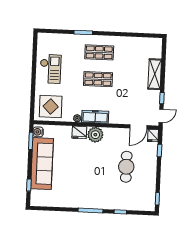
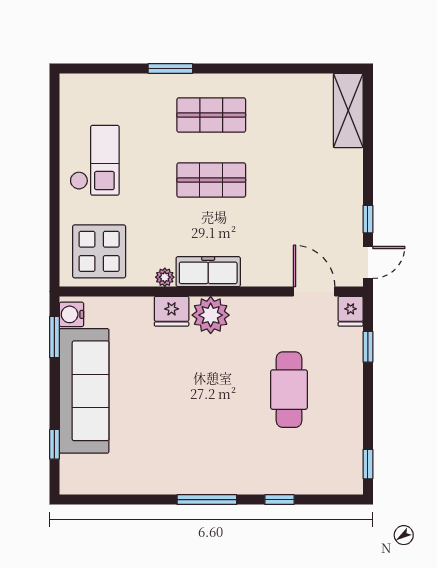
shelving: (155, 74) -> (348, 111), moved
door: (138, 127) -> (314, 291), swing flipped

